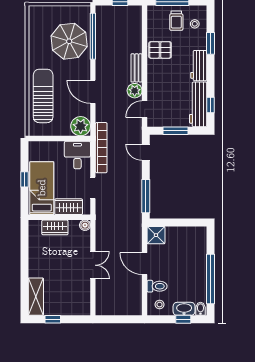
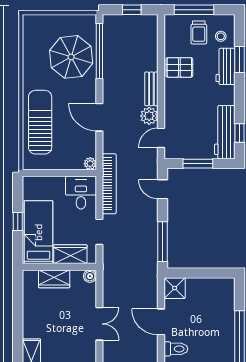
workbench: (199, 66) -> (225, 66), moved
plant: (81, 126) -> (90, 164), width x0.53, depth x0.53

